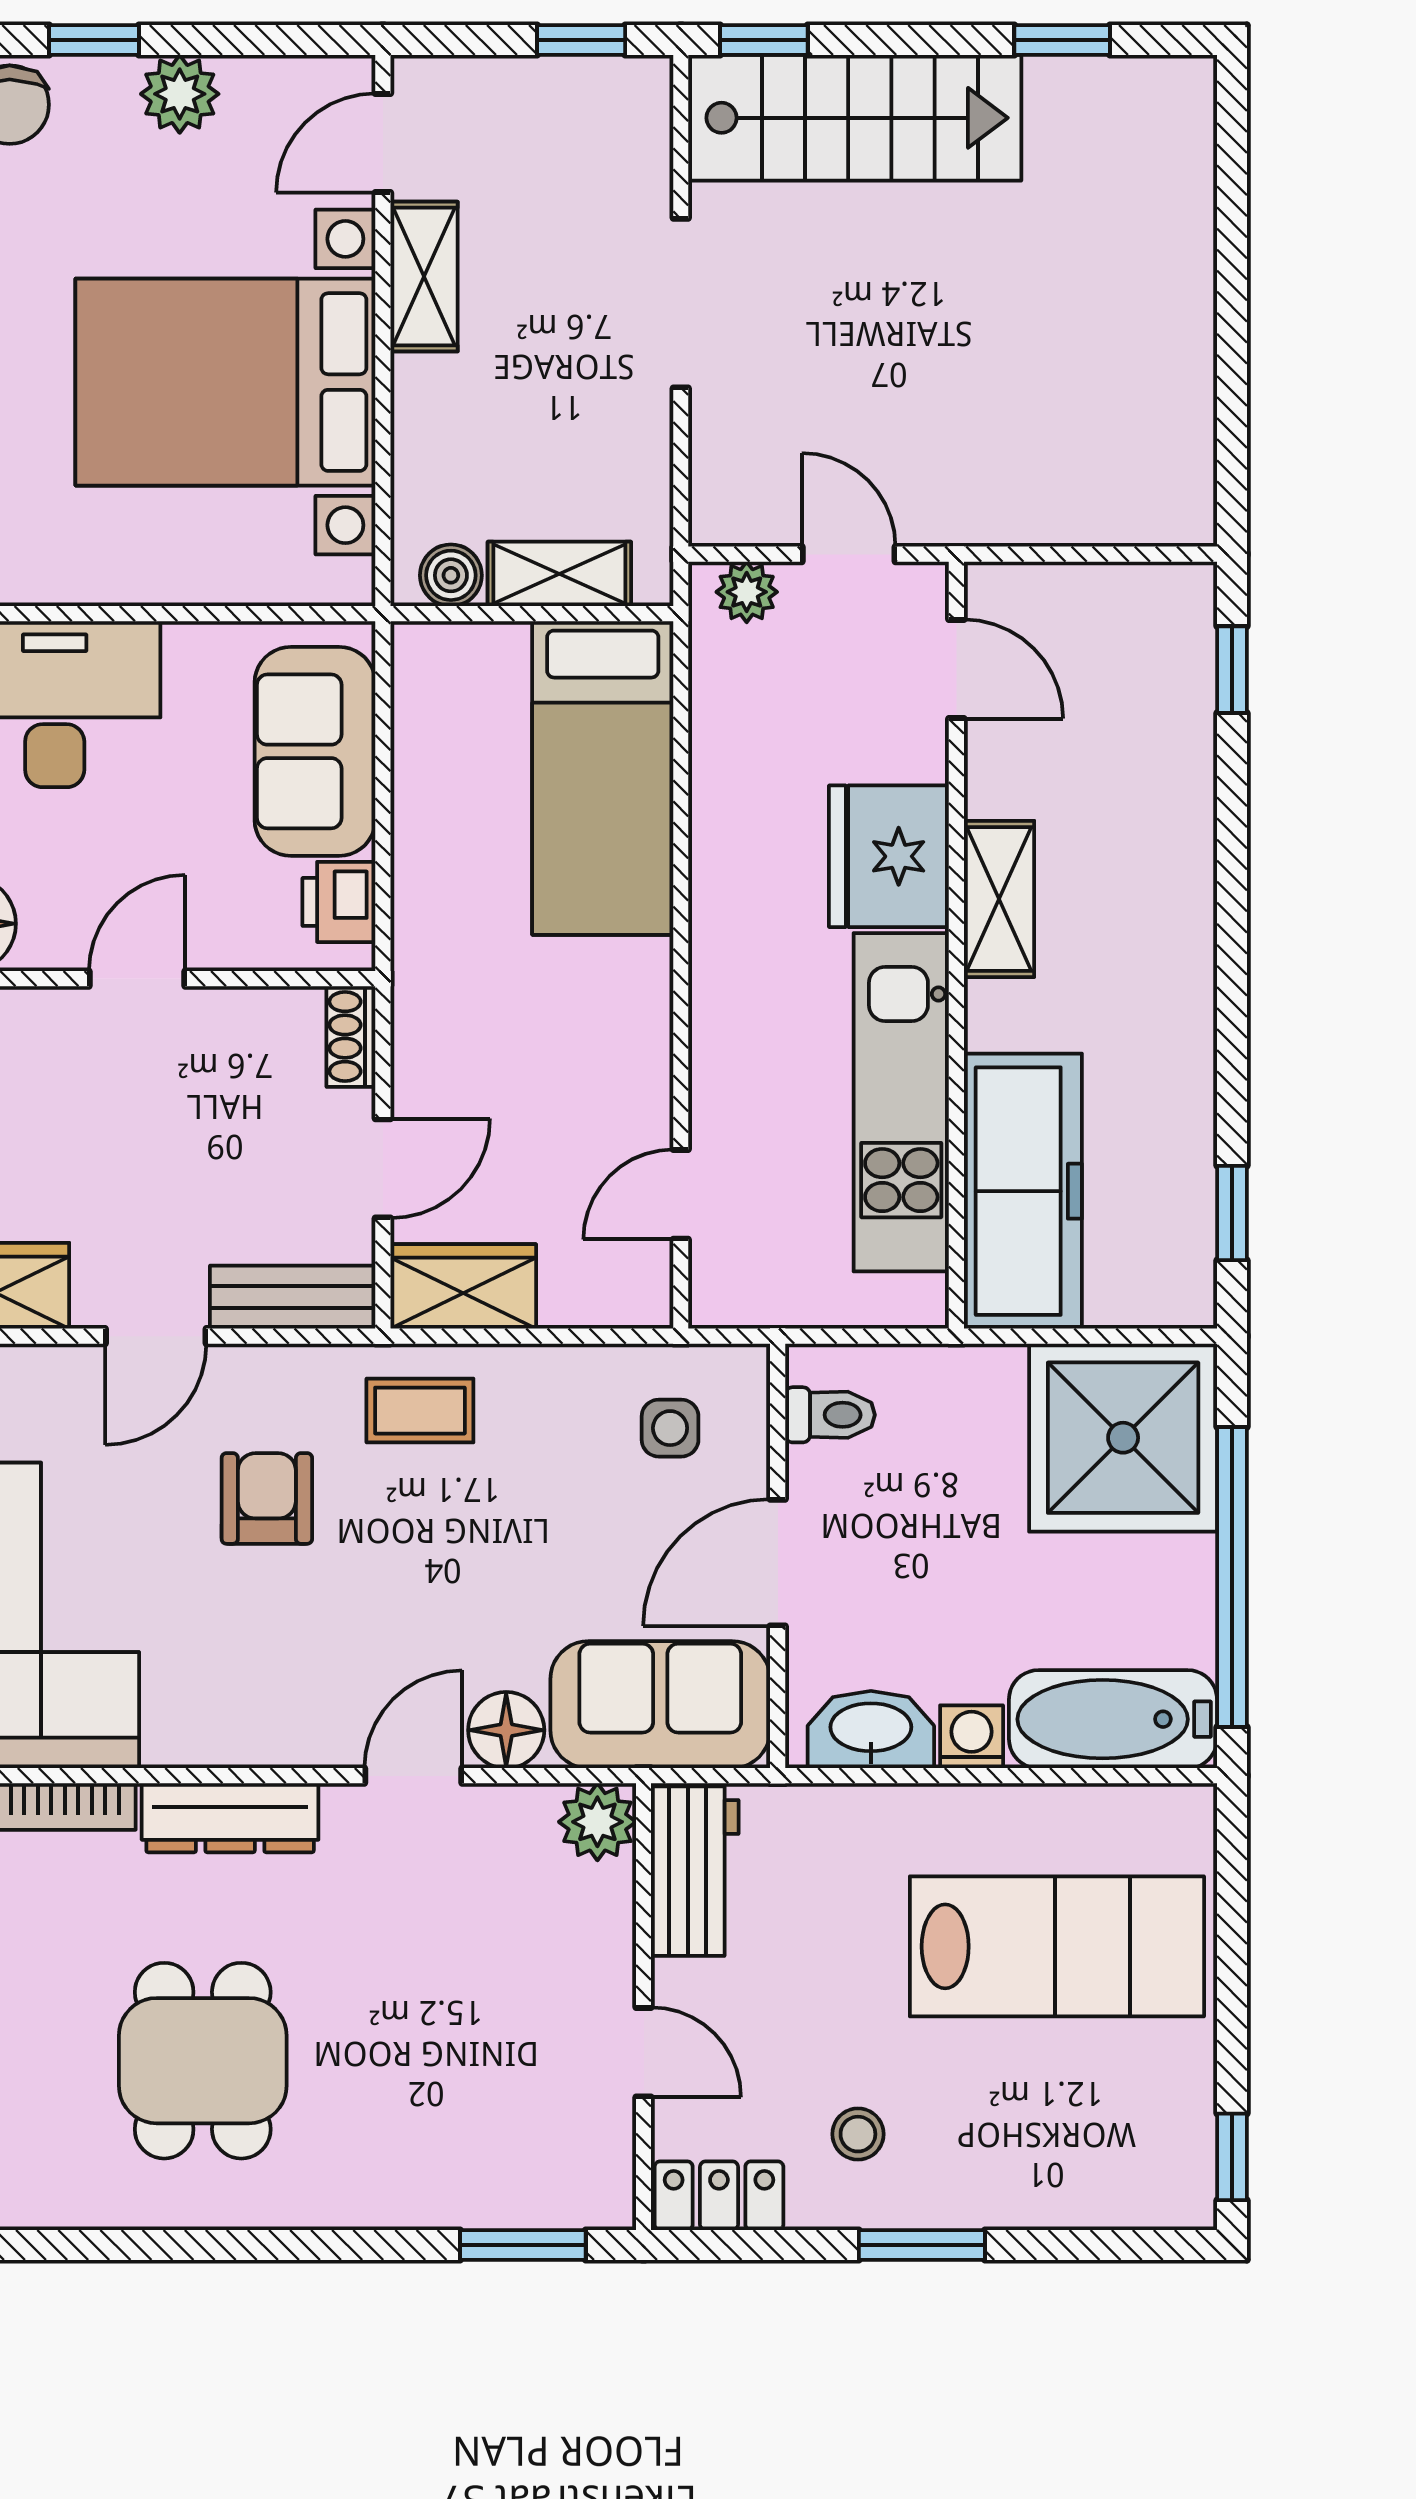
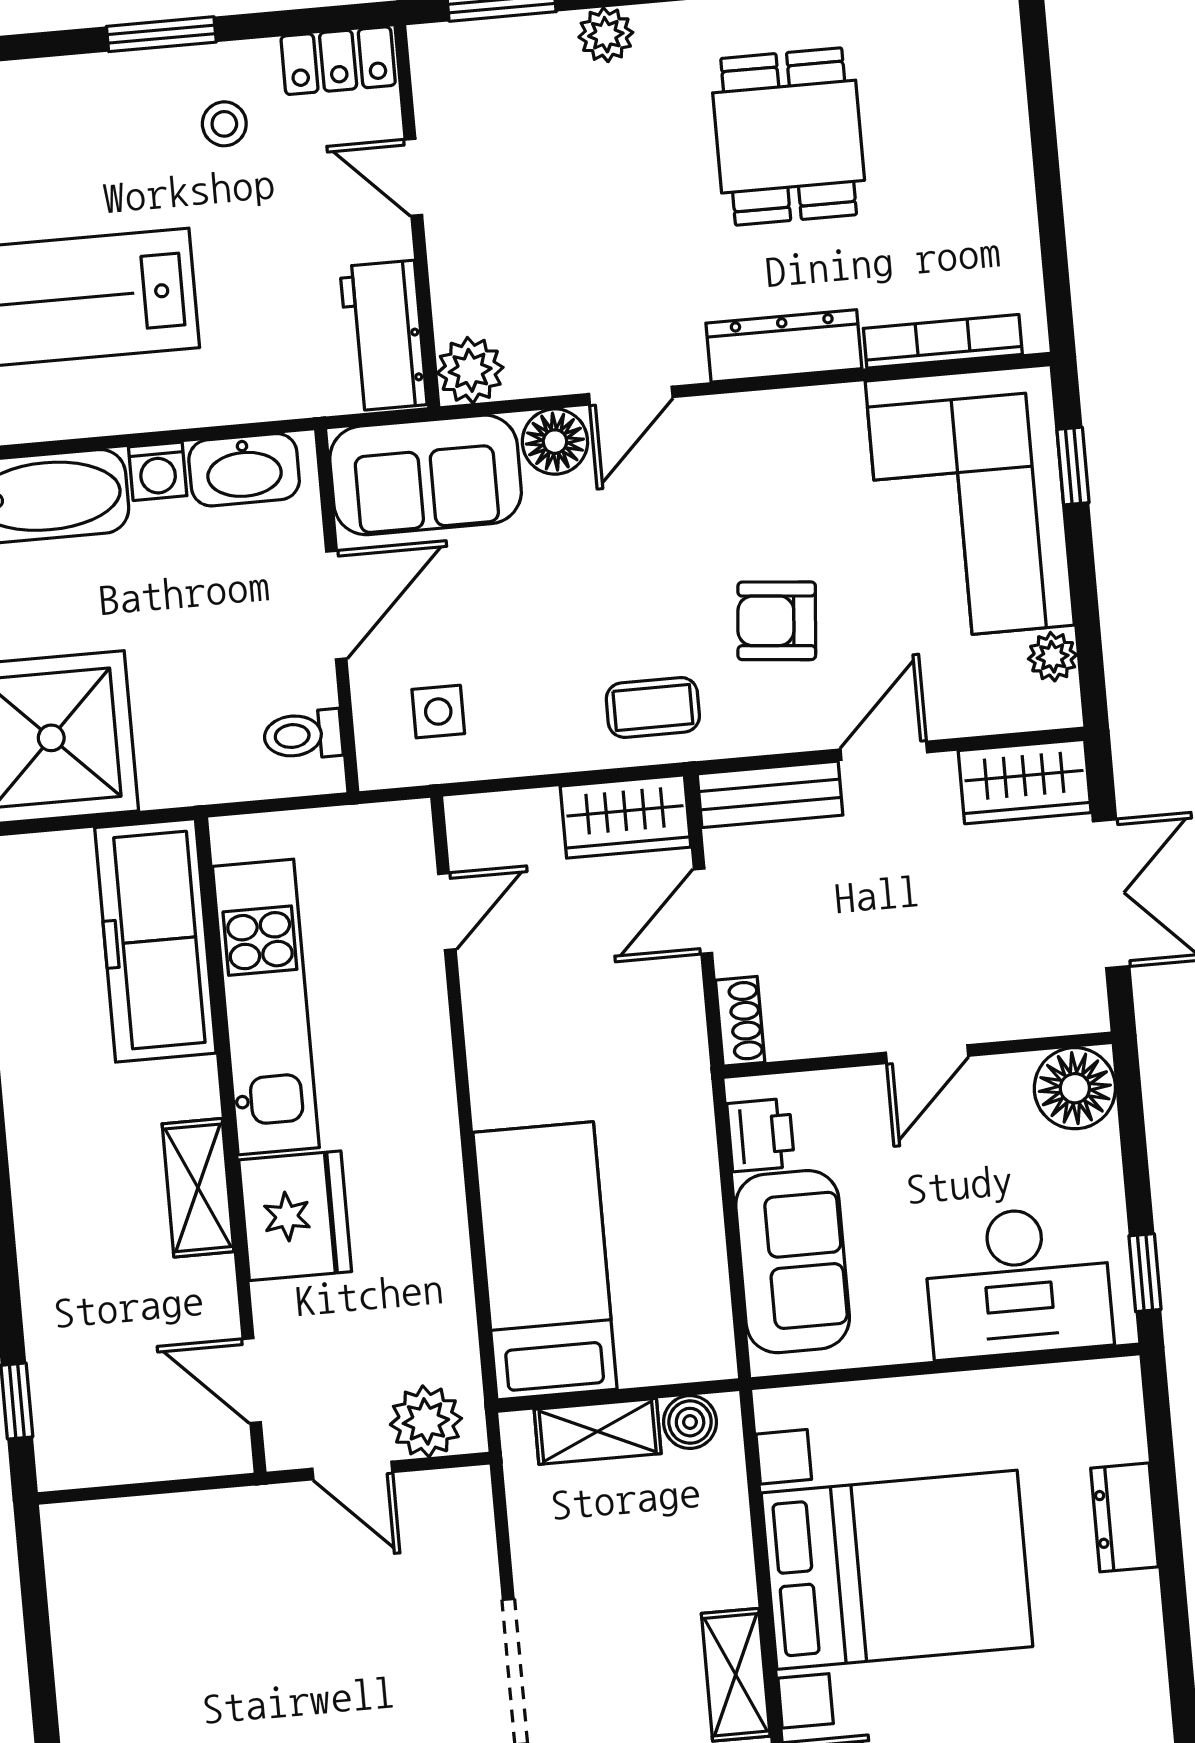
plant: (747, 592) -> (426, 1421), width x1.38, depth x1.38
armchair: (267, 1498) -> (777, 621), turned 95
plant: (405, 2198) -> (606, 35), added

